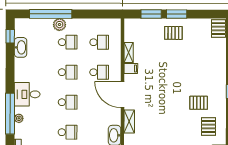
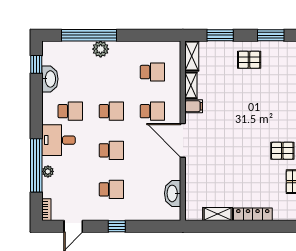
window: (177, 14) -> (271, 35), moved
school desk: (68, 42) -> (70, 111), moved
shelving: (129, 121) -> (192, 56), moved

